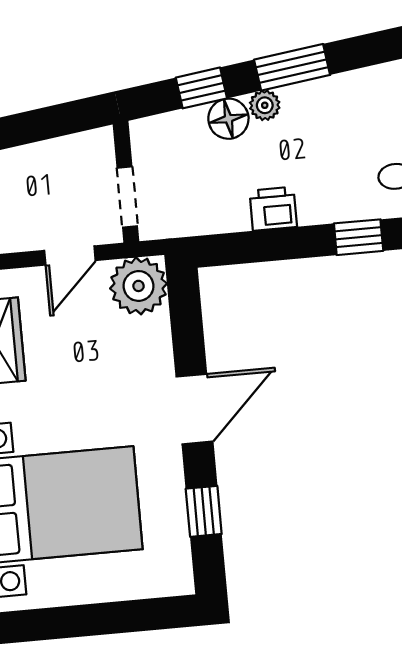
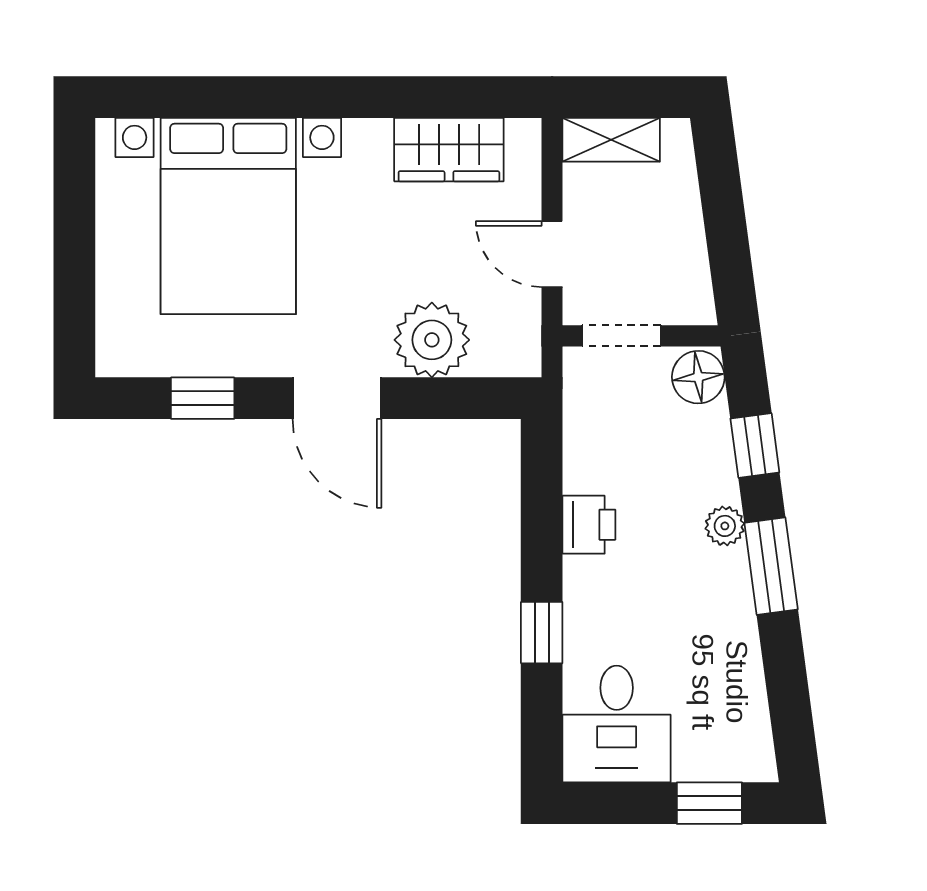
floor lamp: (228, 119) -> (698, 377), moved
plant: (138, 286) -> (432, 340), moved

